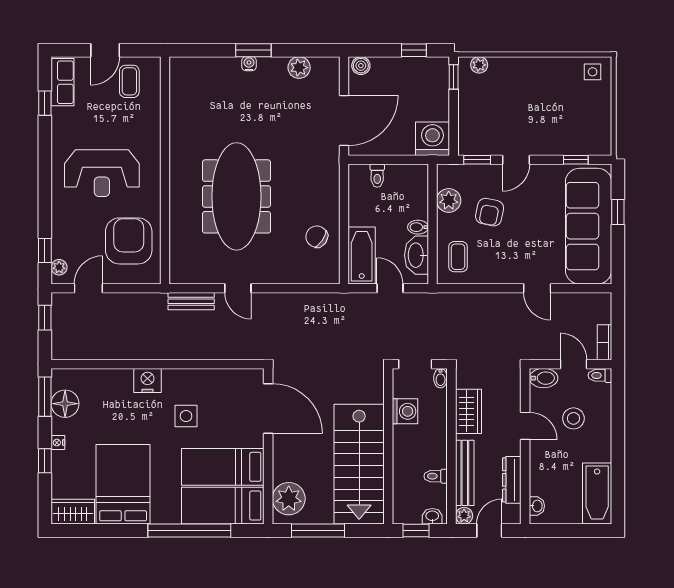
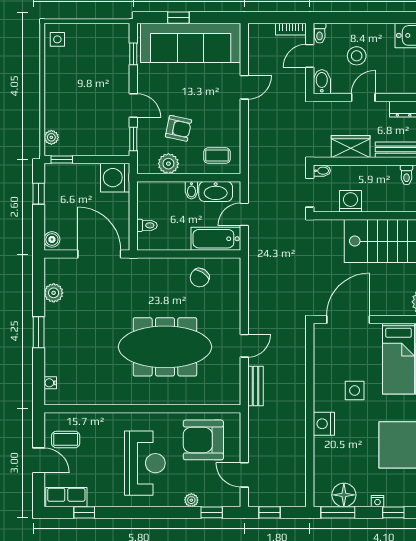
water cooler: (249, 64) -> (50, 383), moved
plant: (59, 267) -> (191, 500), moved

